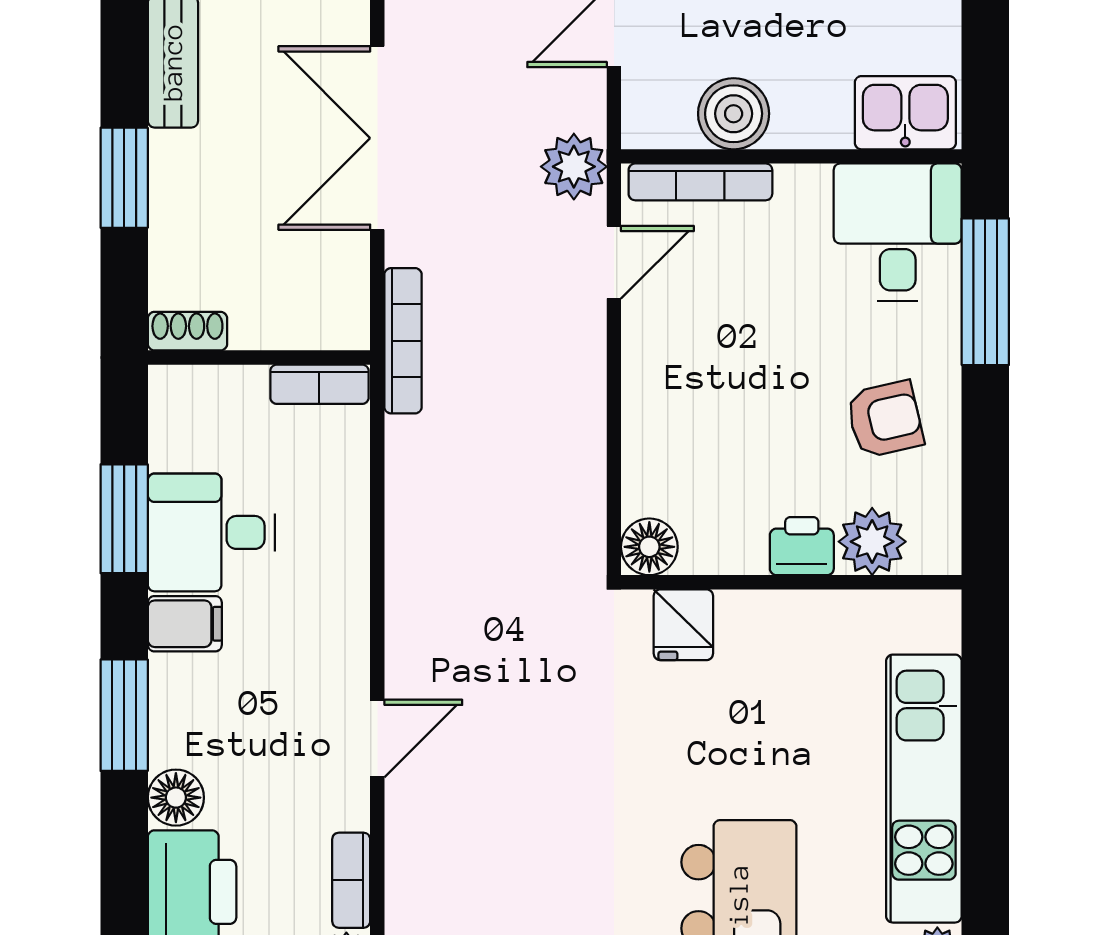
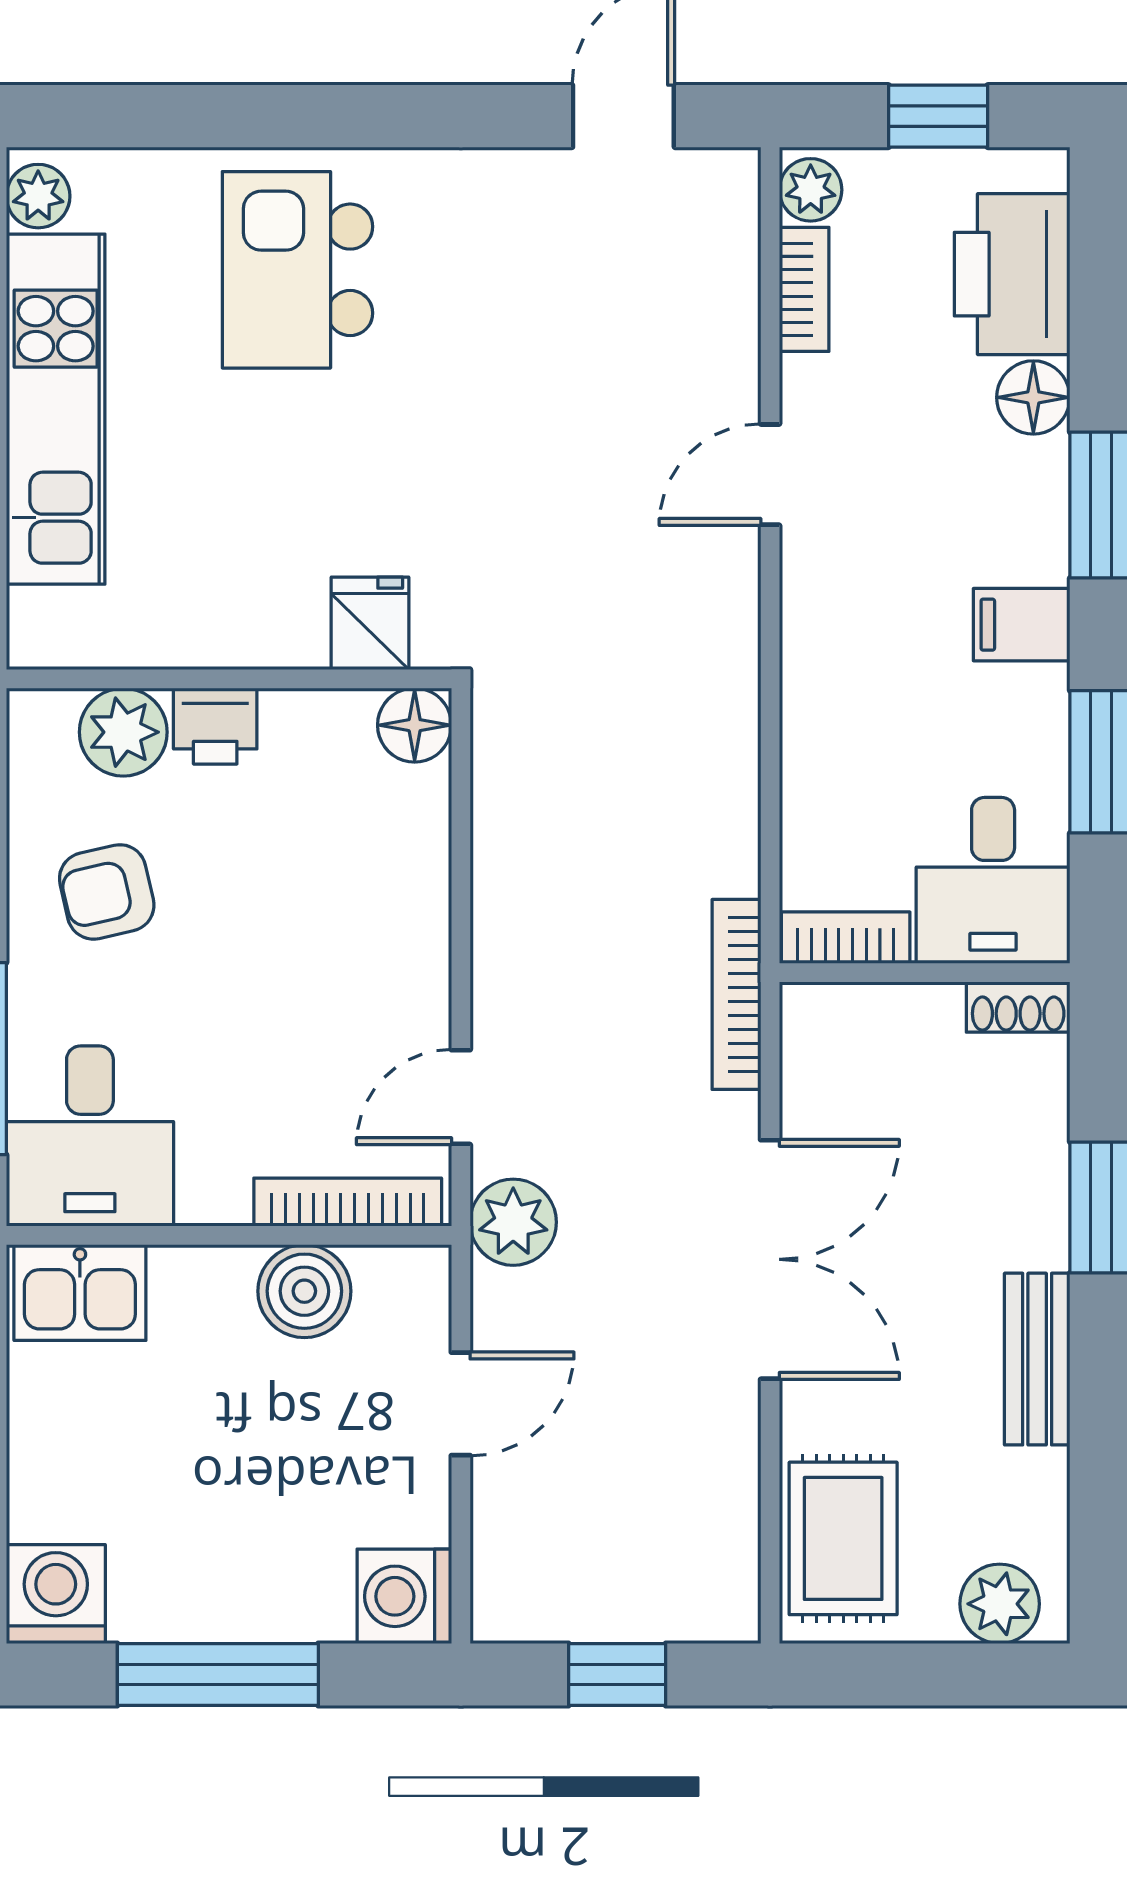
desk: (211, 532) -> (993, 880), moved, turned 90

